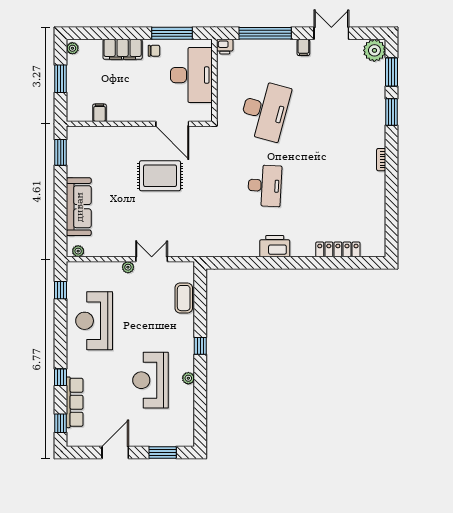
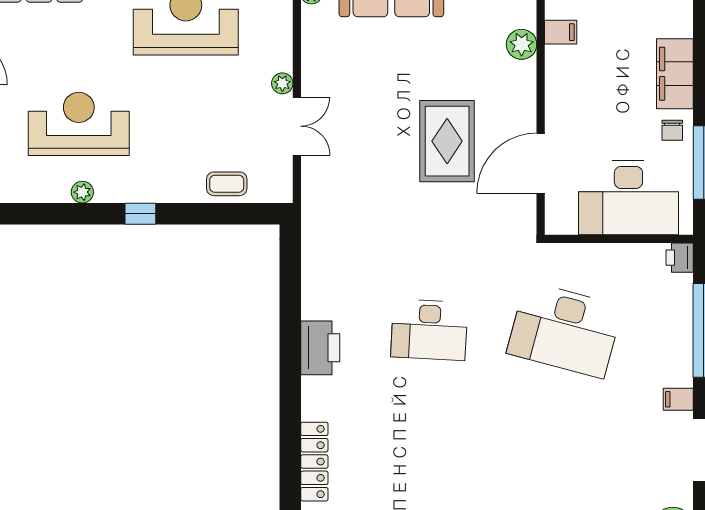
plant: (106, 134) -> (522, 44), added
coffee table: (184, 298) -> (227, 184), width x0.73, depth x0.77

